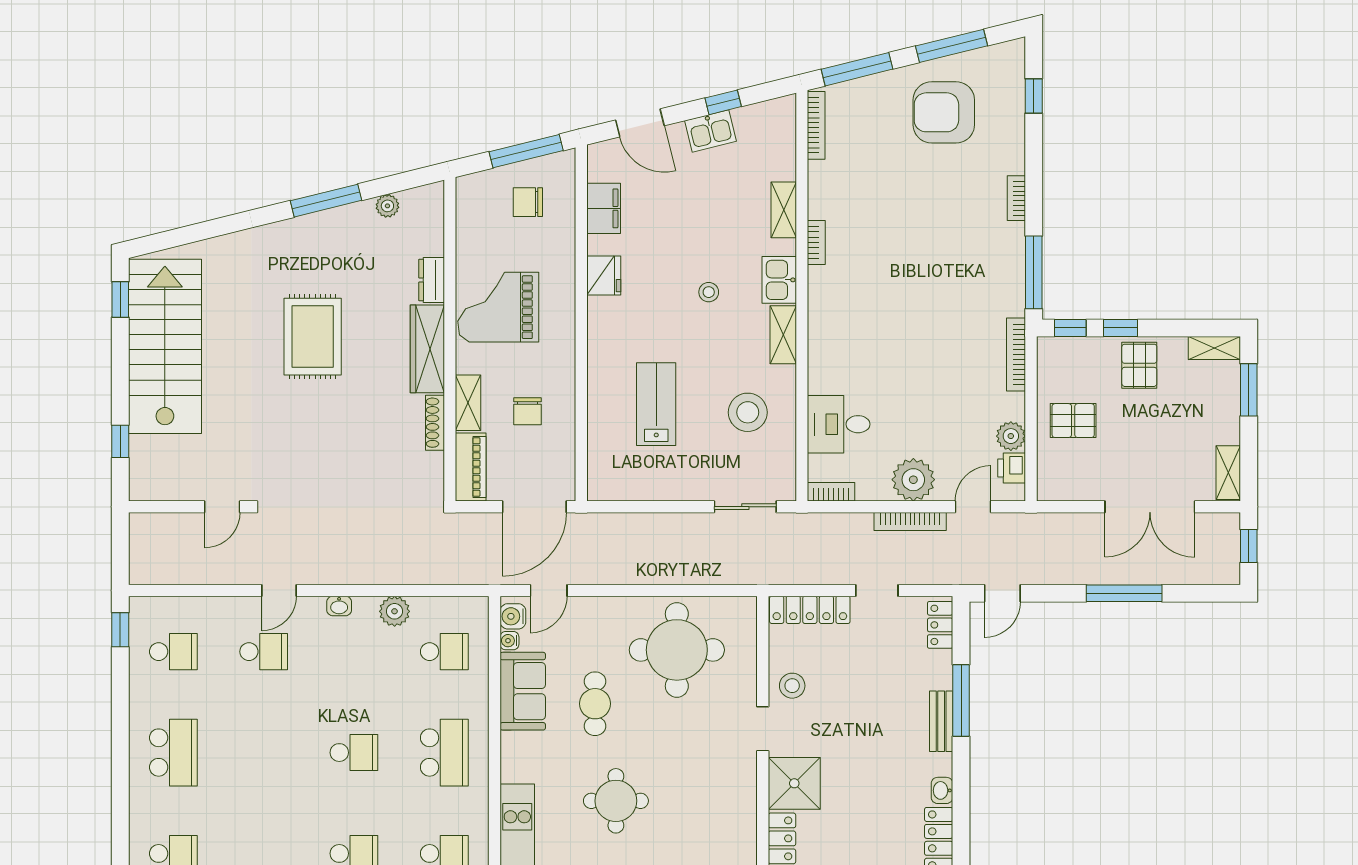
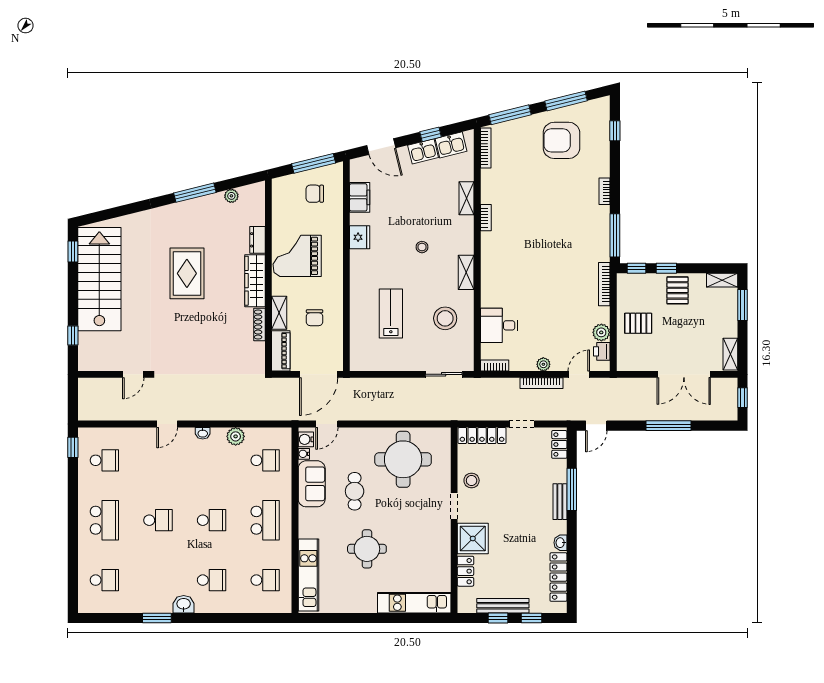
kitchen sink: (779, 280) -> (451, 145), moved, turned -104
plant: (913, 480) -> (543, 364), width x0.53, depth x0.53
school desk: (264, 652) -> (158, 520), moved

